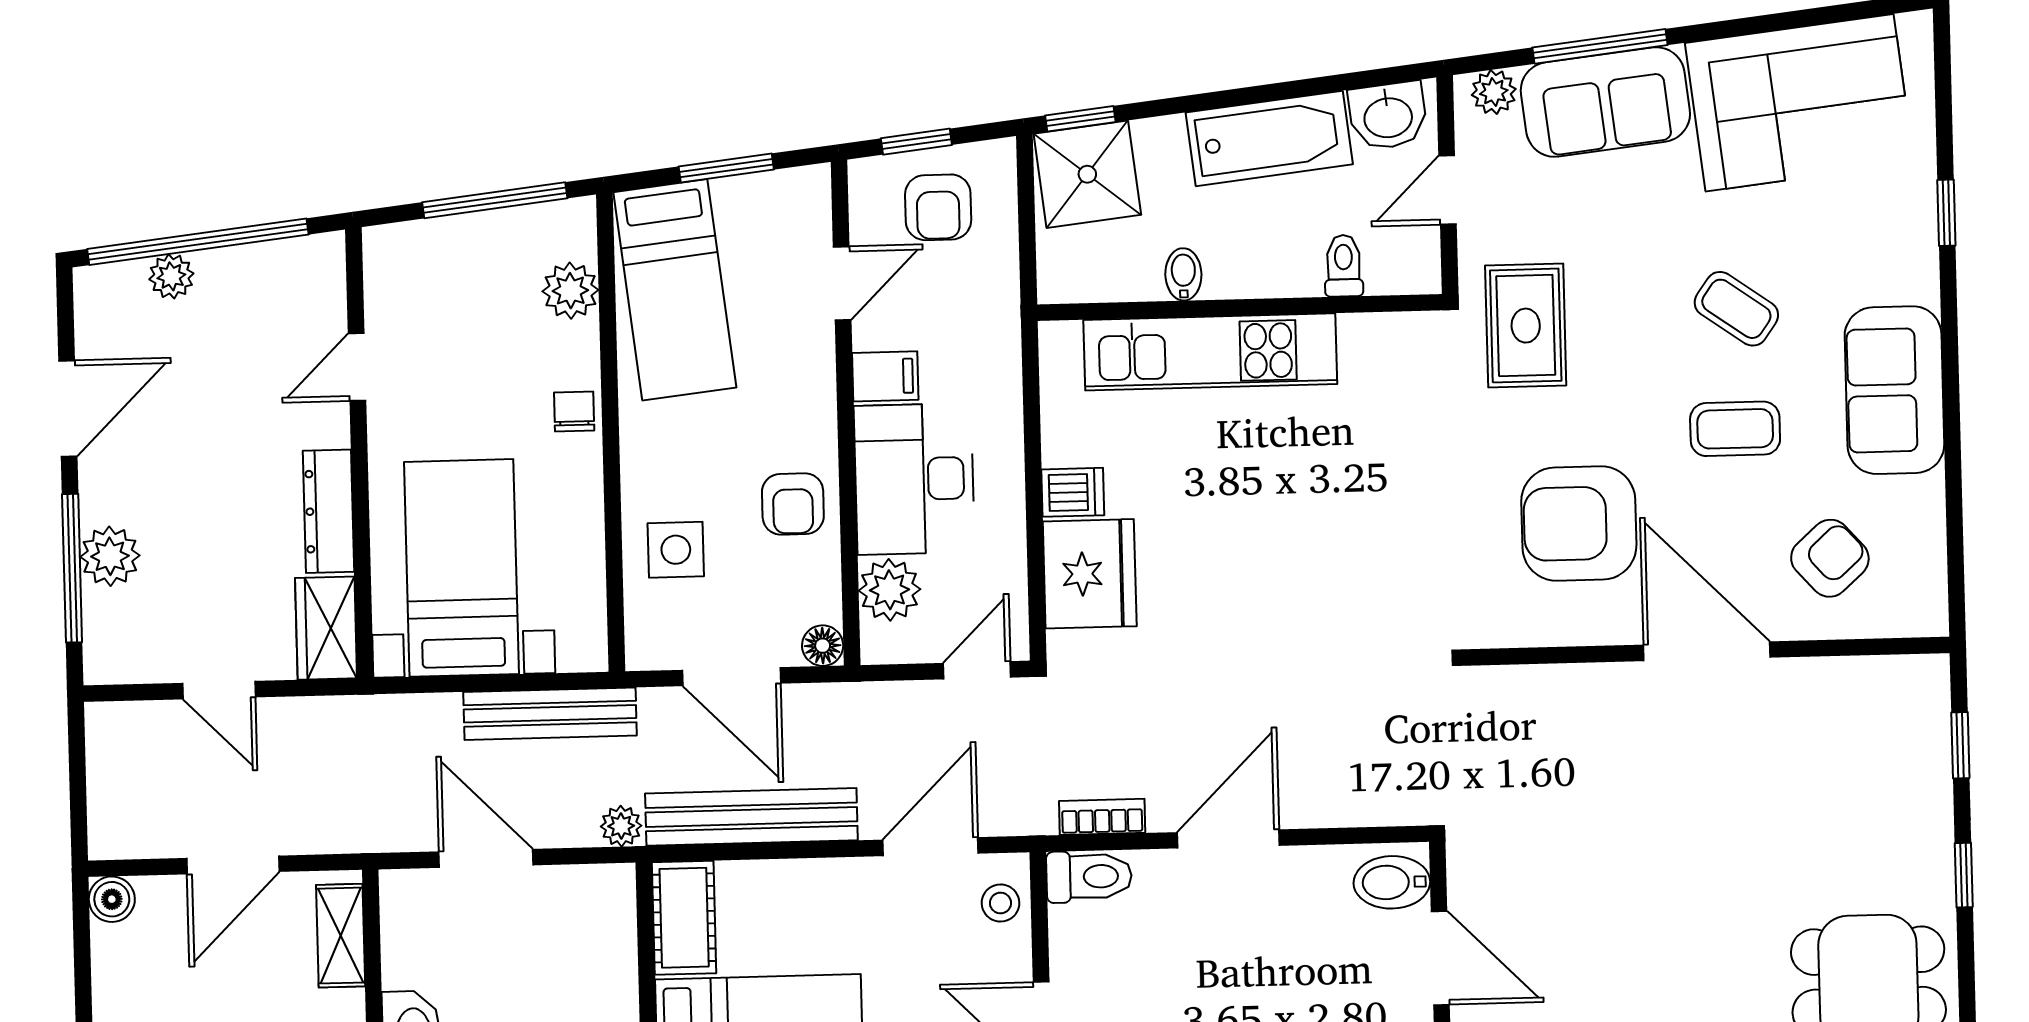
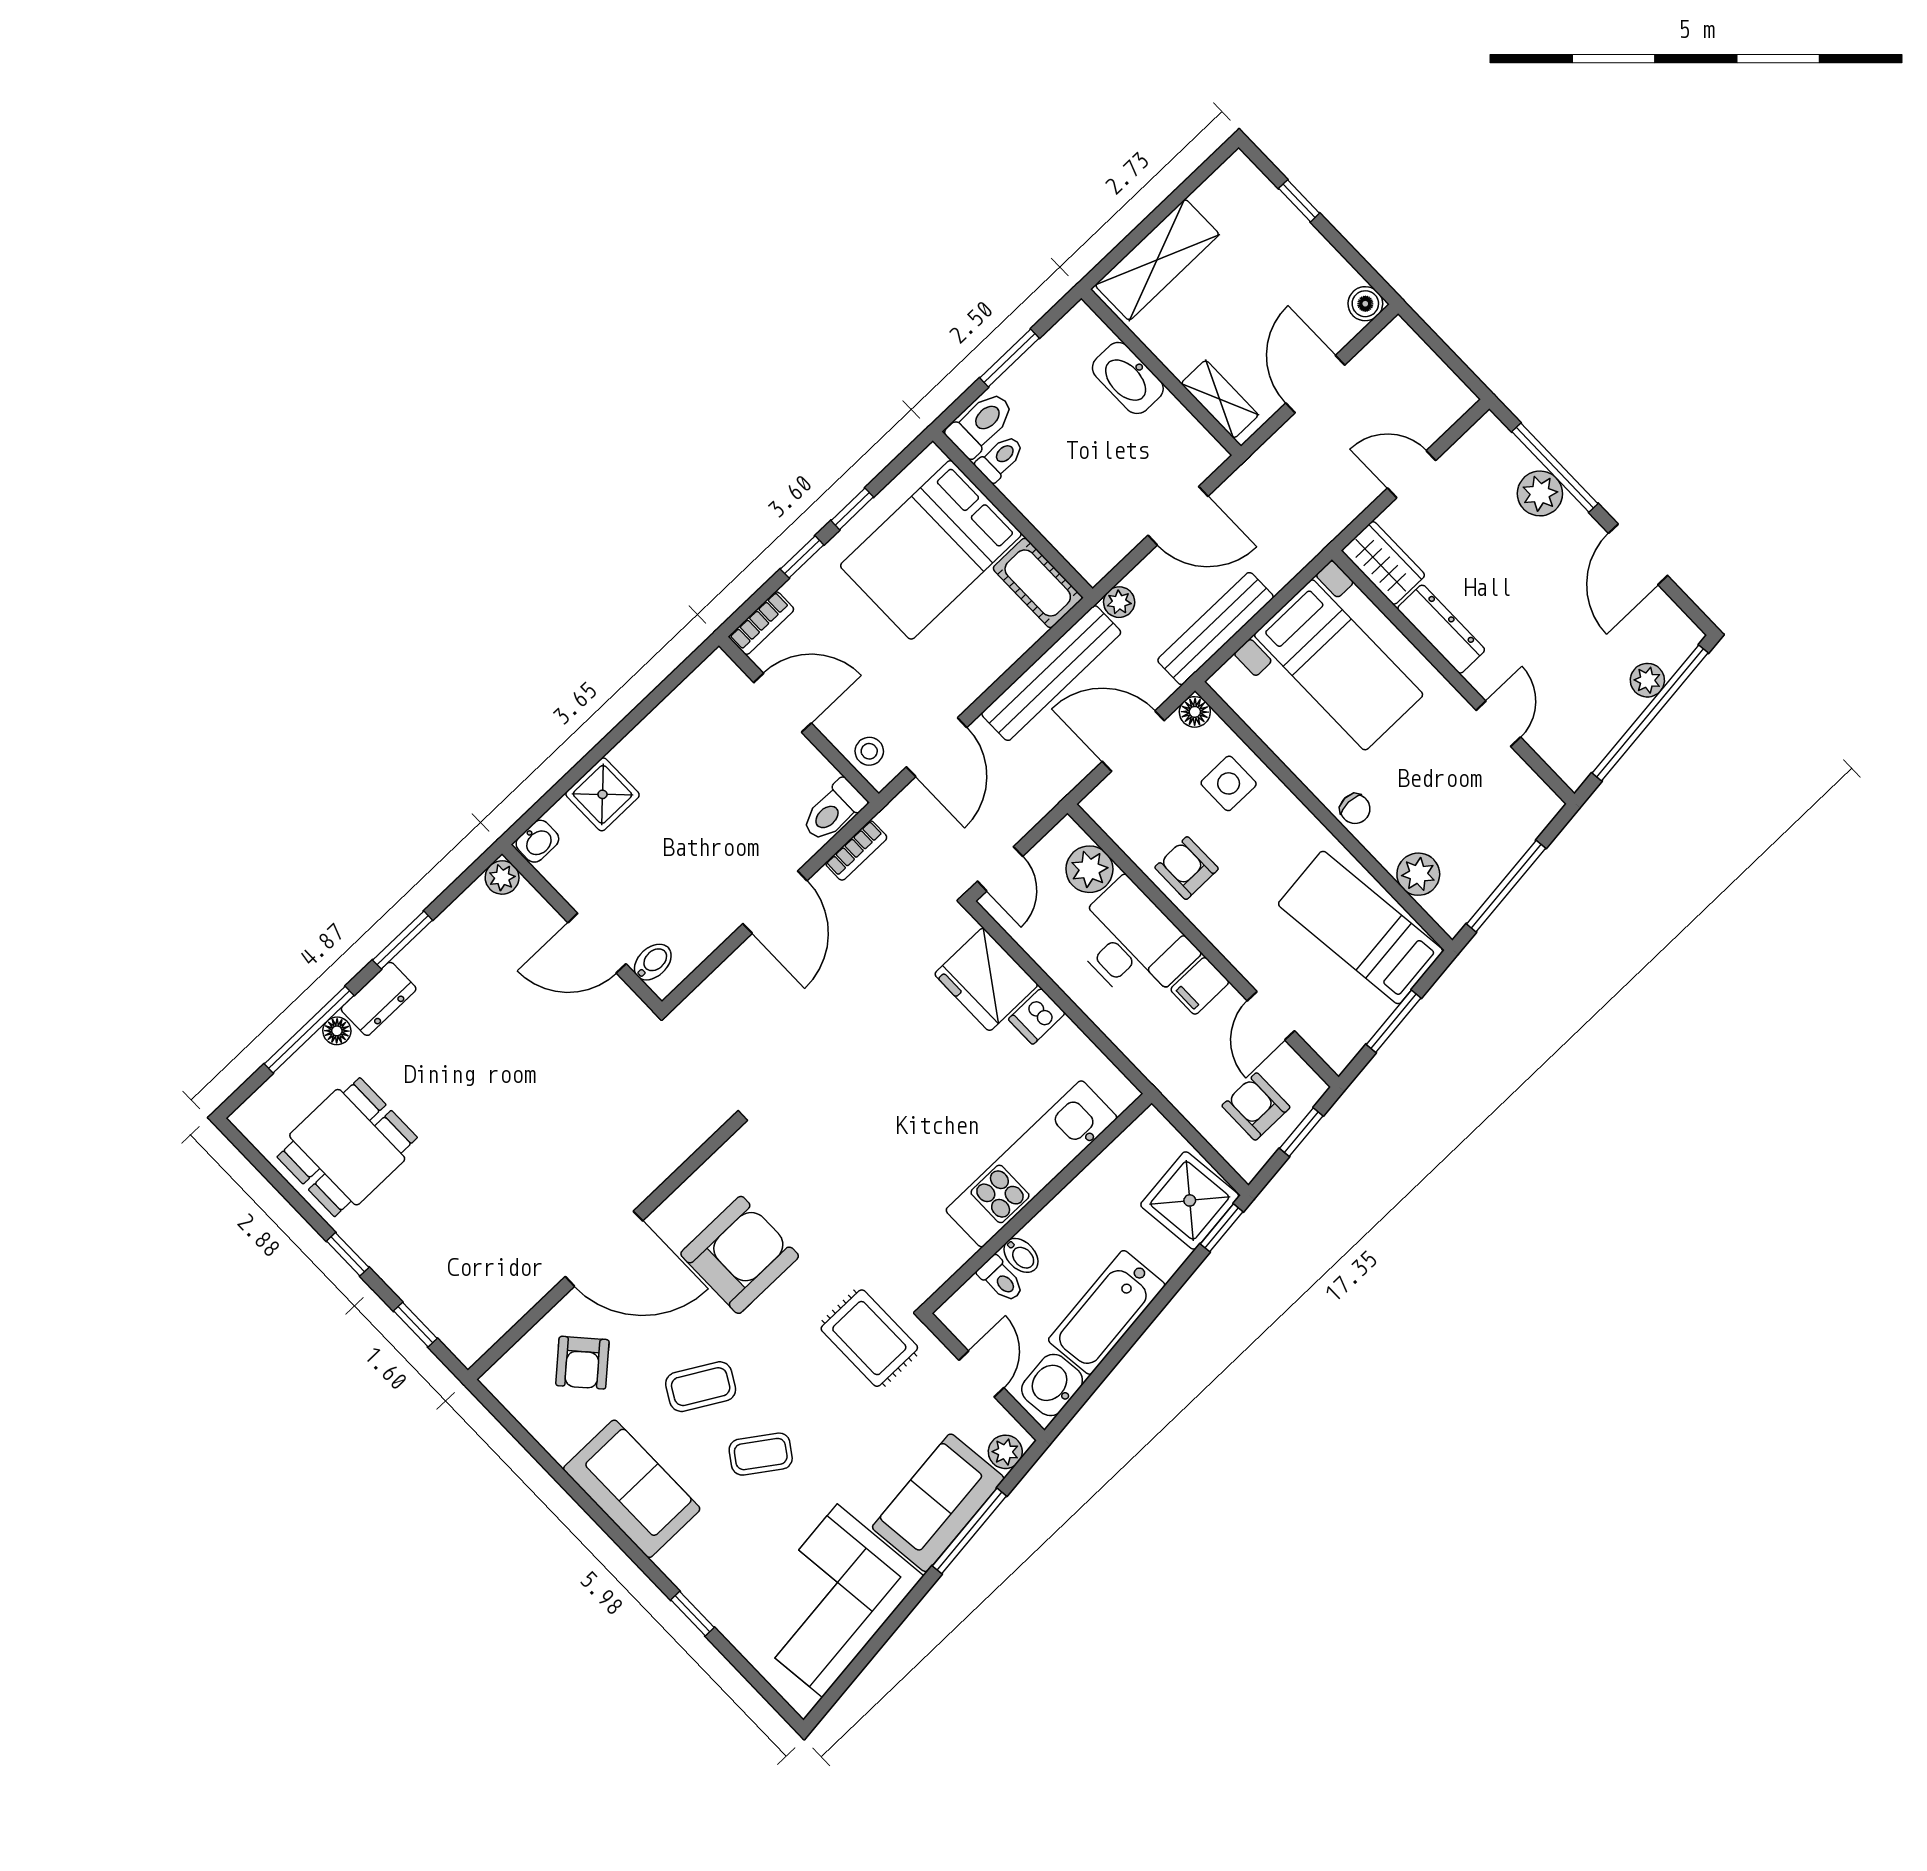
bidet: (1183, 274) -> (1021, 1255), moved
coffee table: (1735, 429) -> (701, 1387), turned 30
floor lamp: (823, 646) -> (1195, 712), moved
bidet: (1392, 882) -> (653, 962), width x0.72, depth x0.74

